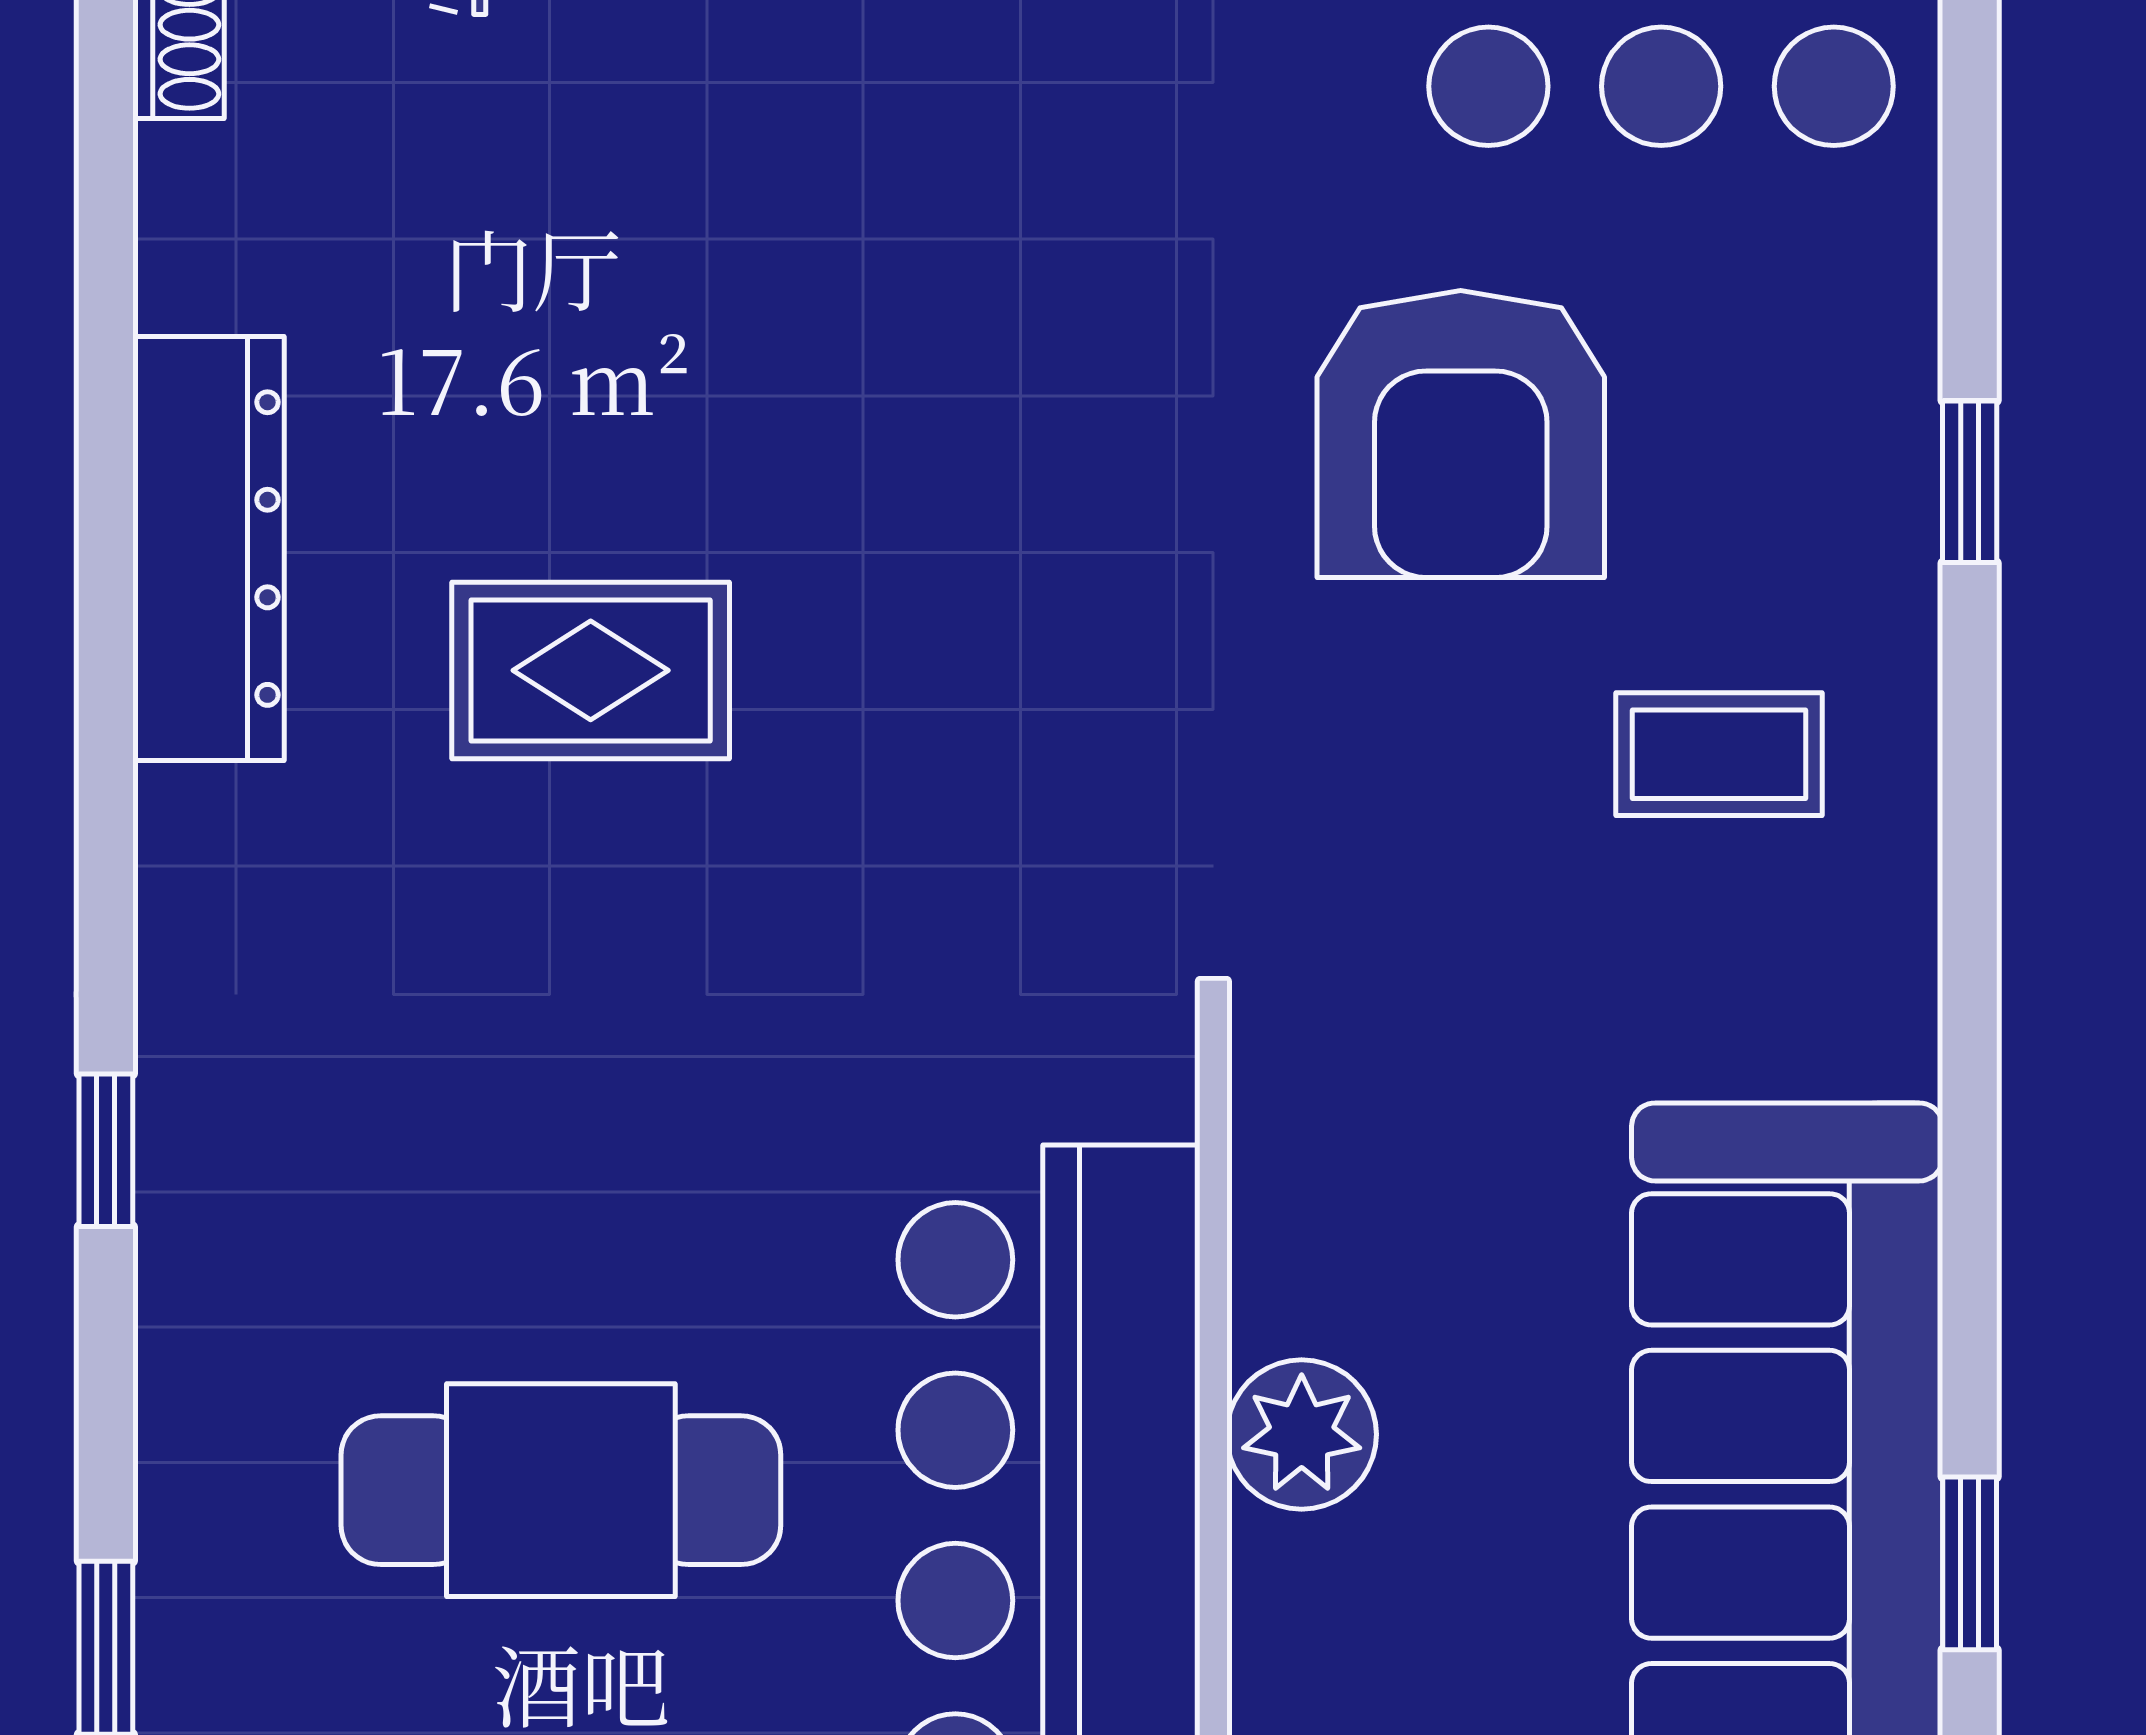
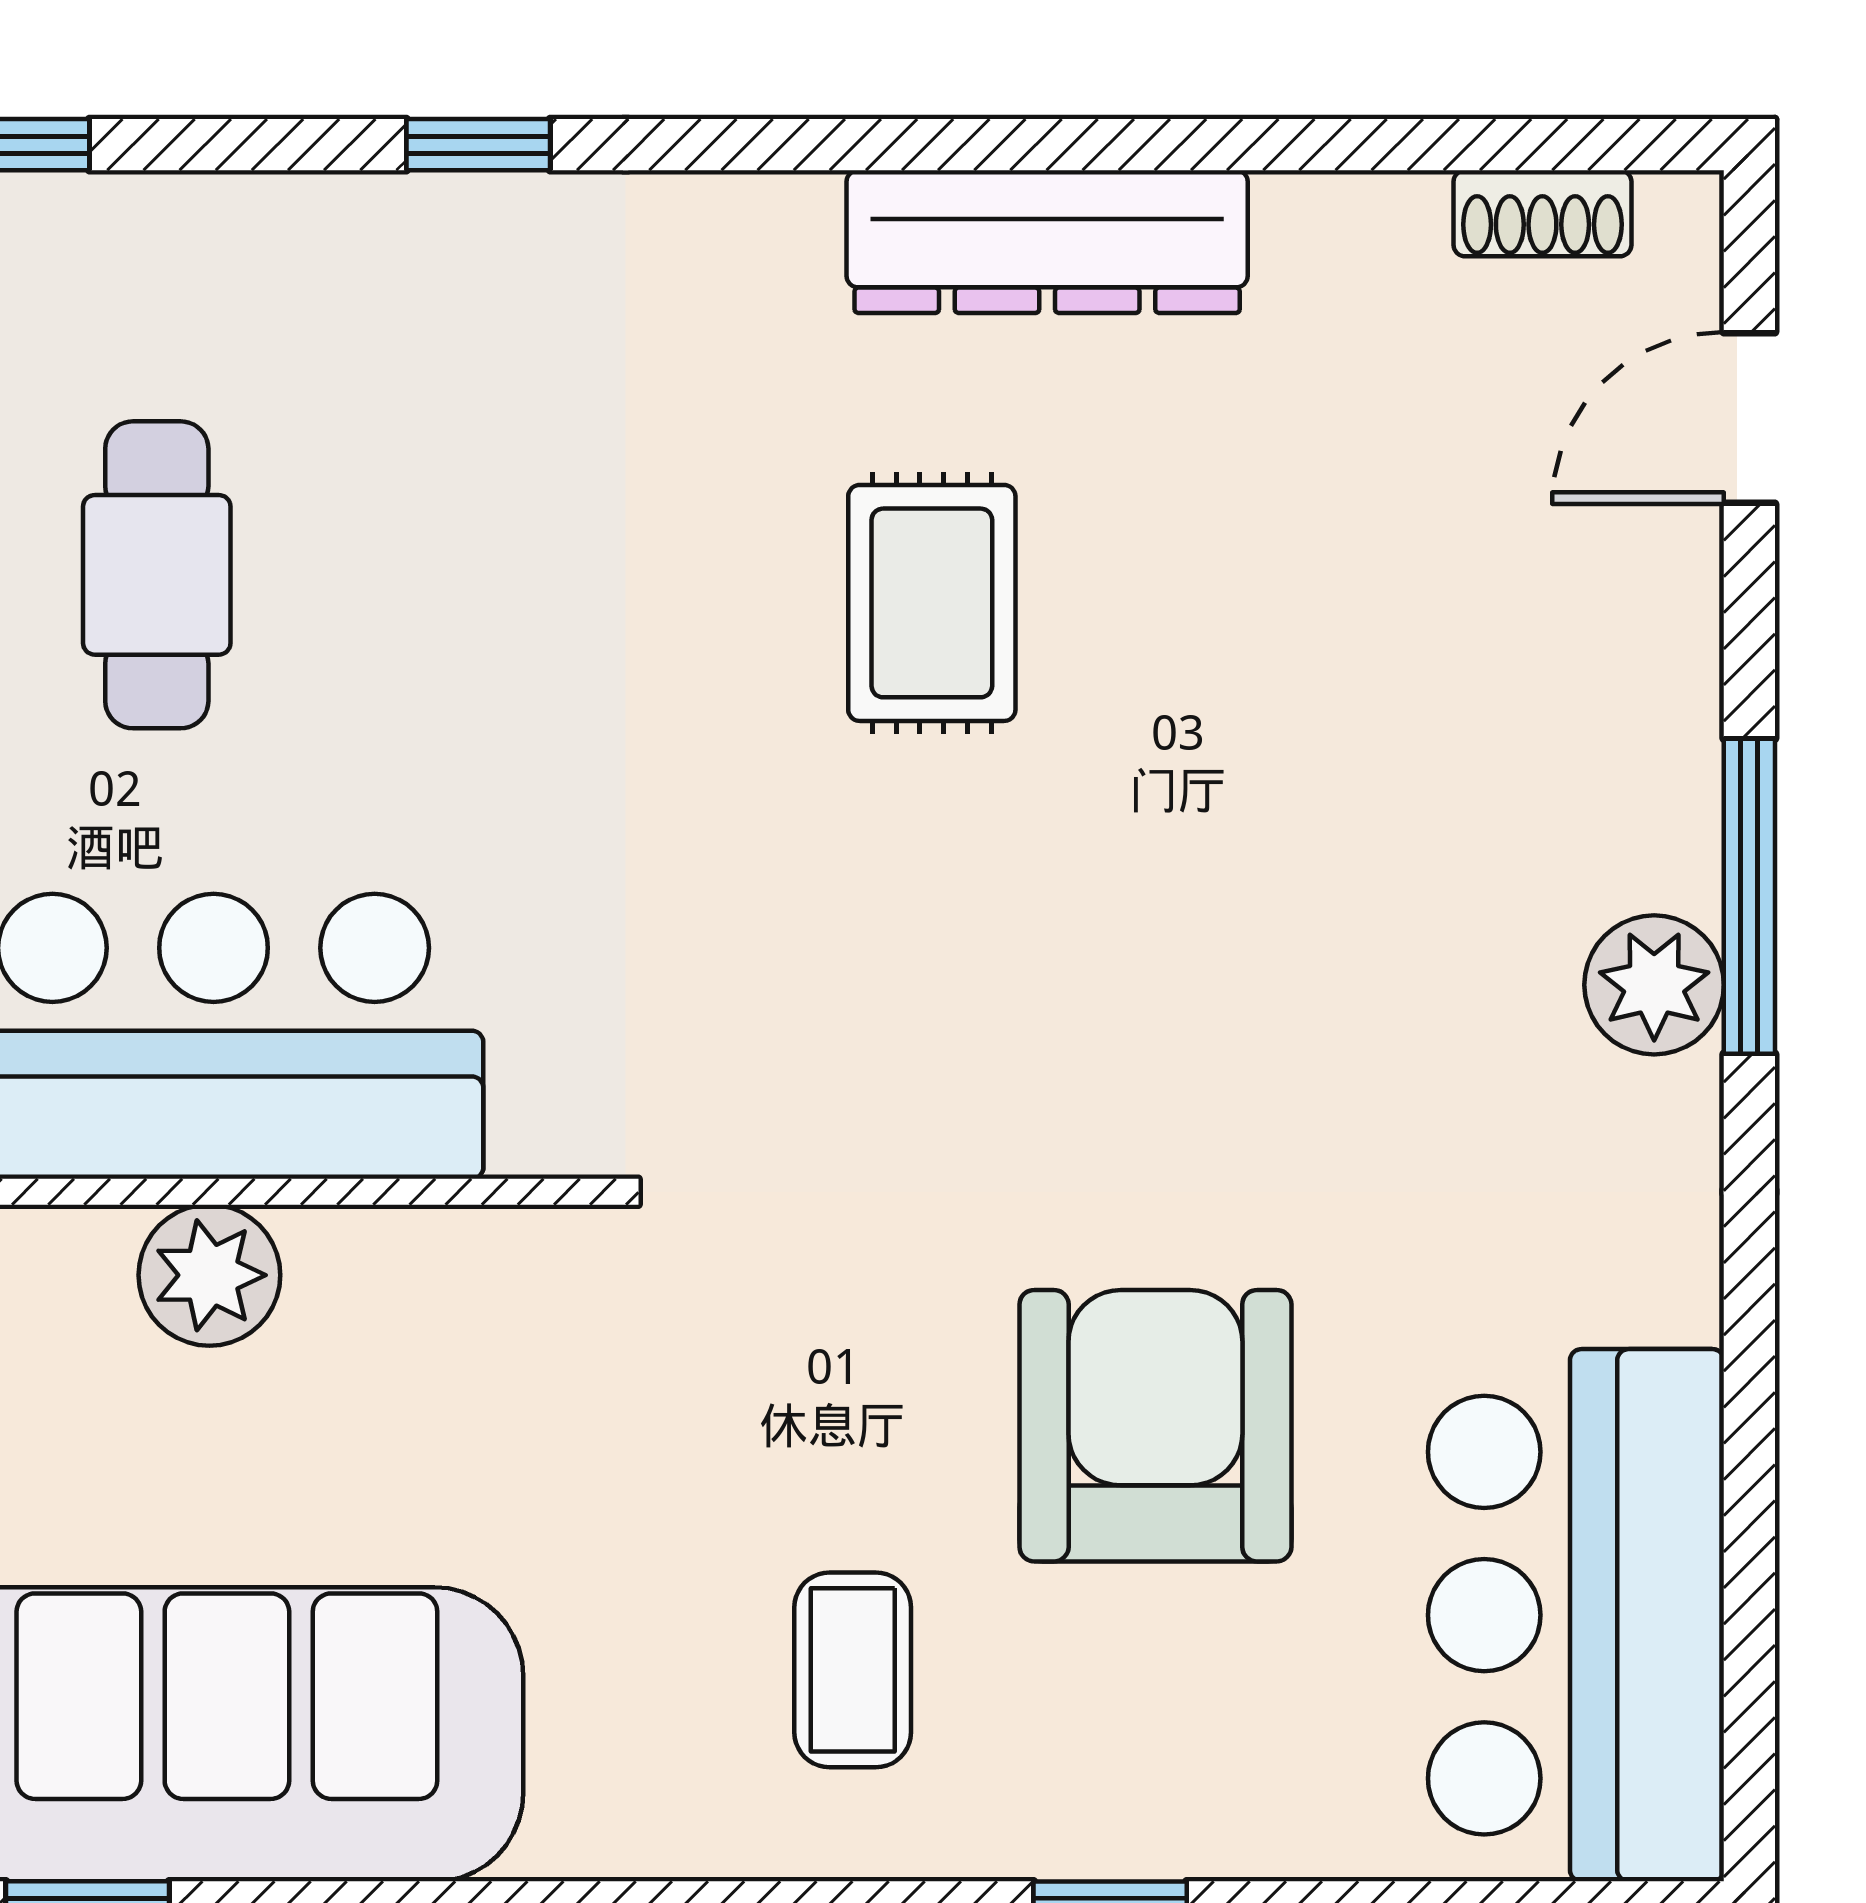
armchair: (1461, 434) -> (1155, 1426), turned 90
cafe table: (561, 1490) -> (157, 575), width x0.73, depth x0.74

